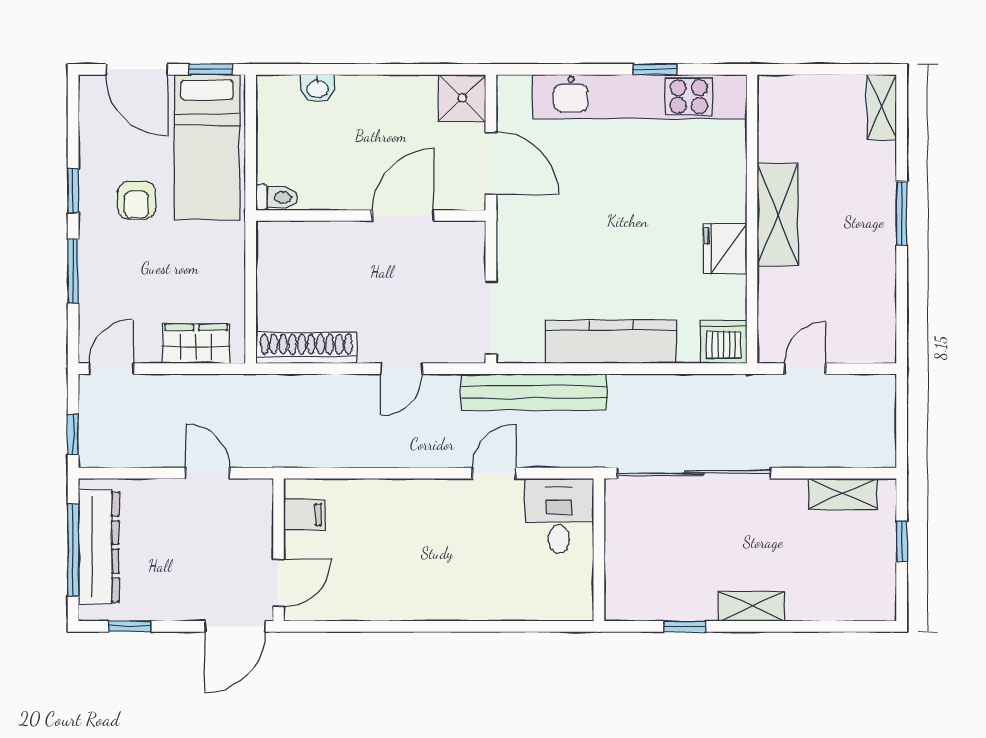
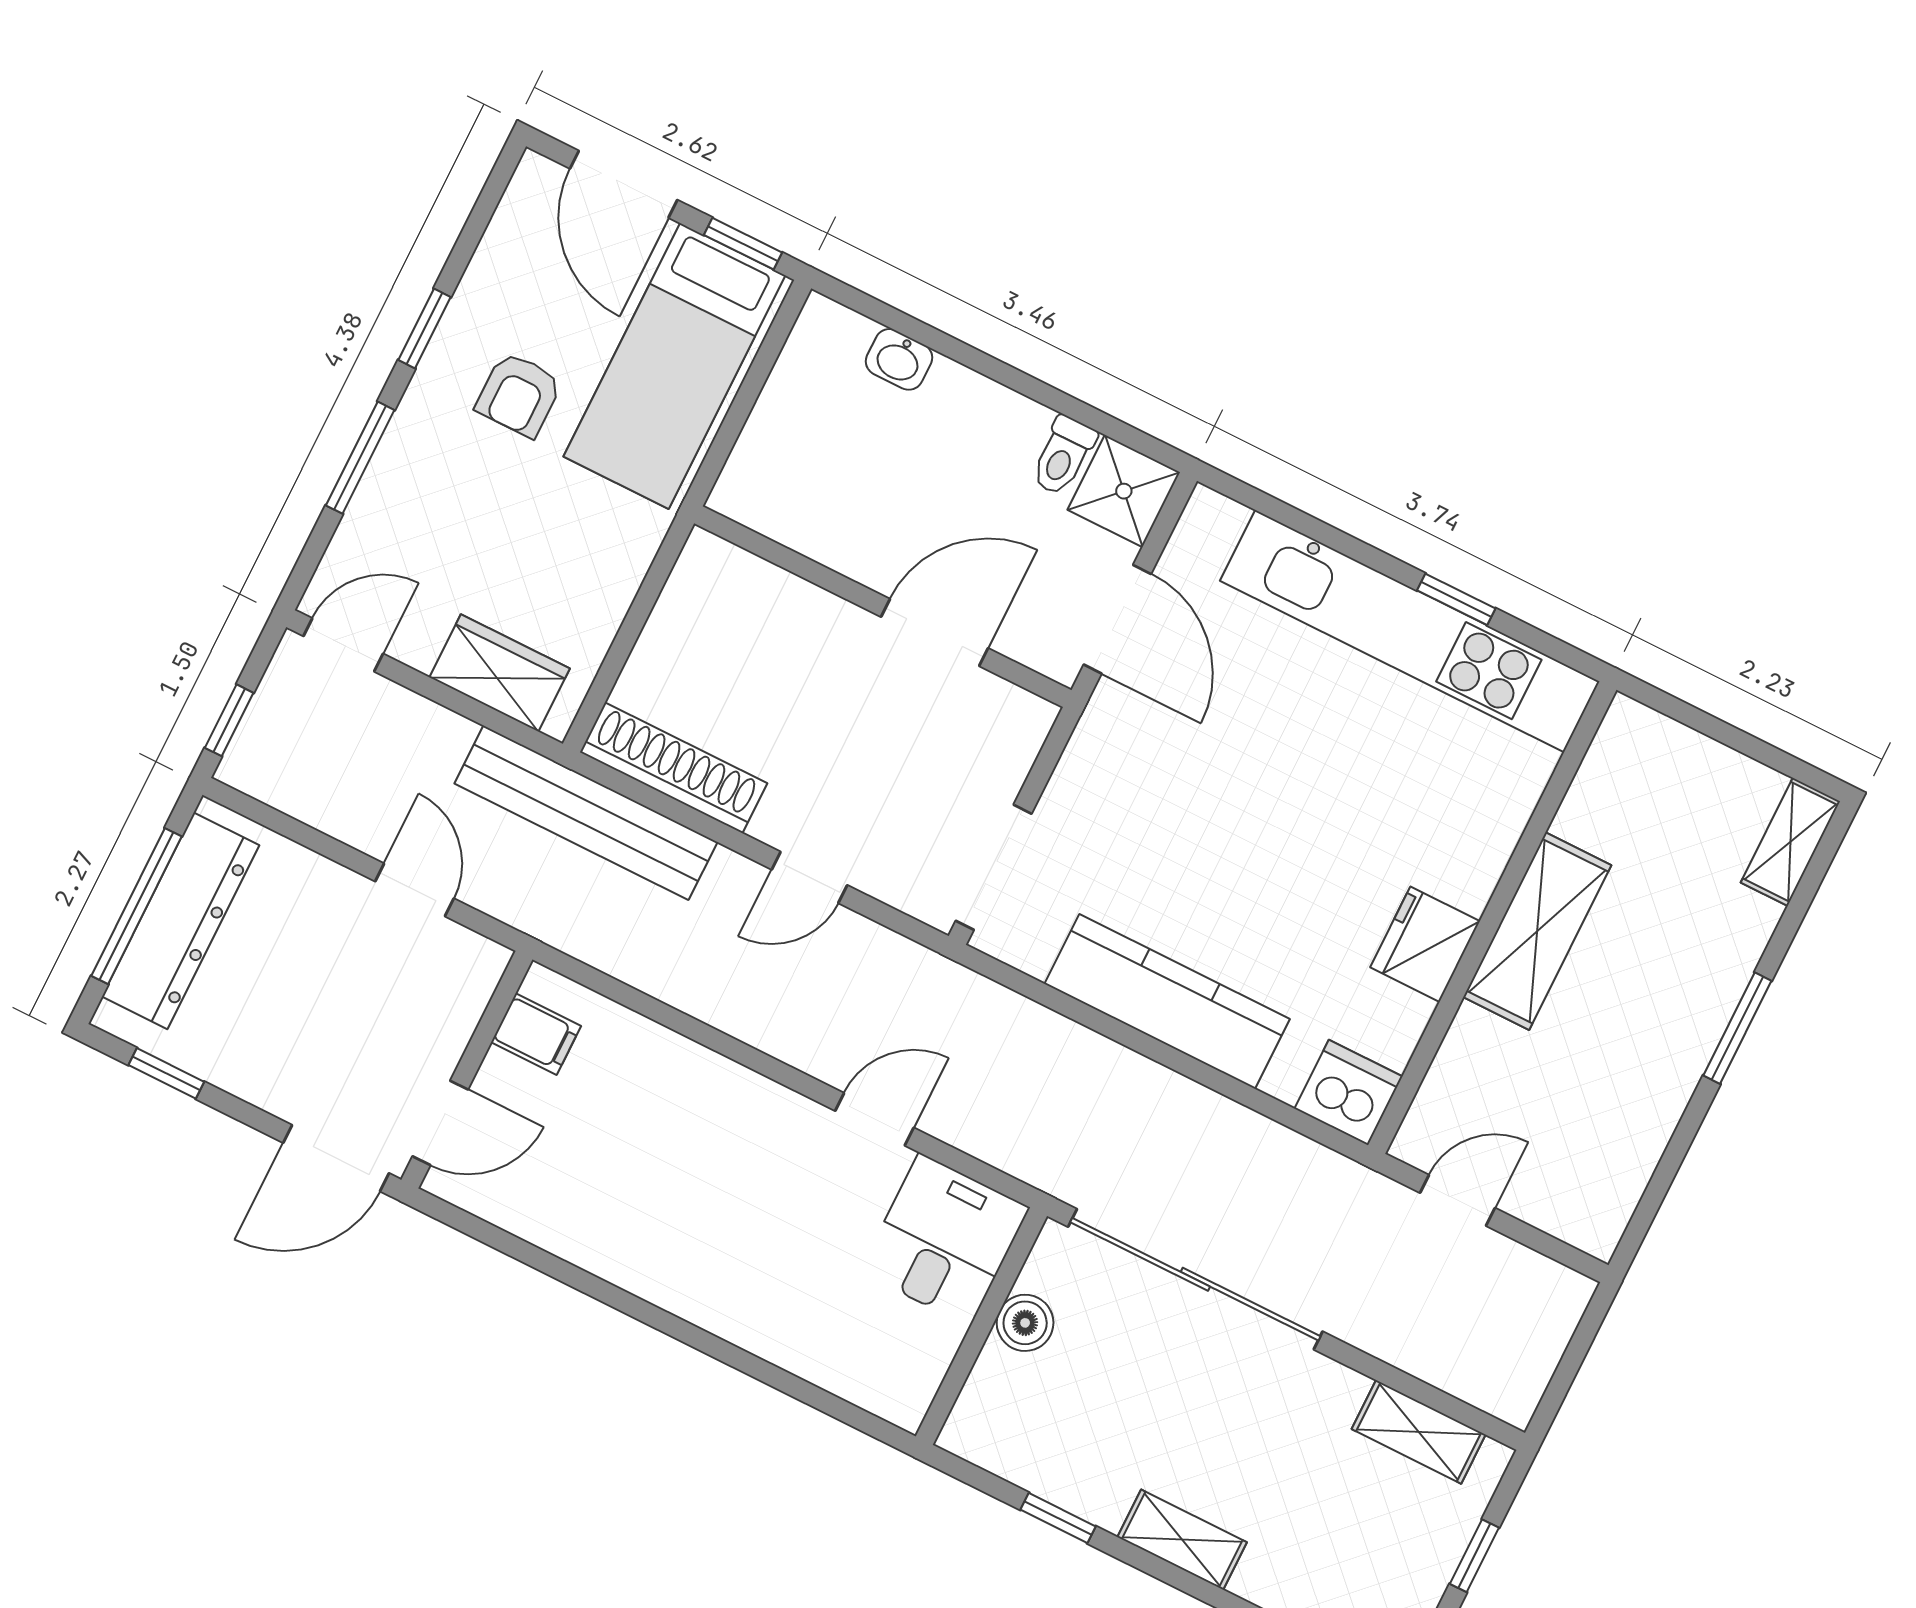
toilet: (277, 197) -> (1063, 456), moved, turned 90
bench: (534, 392) -> (586, 813), moved
boiler: (620, 537) -> (1025, 1323), added

